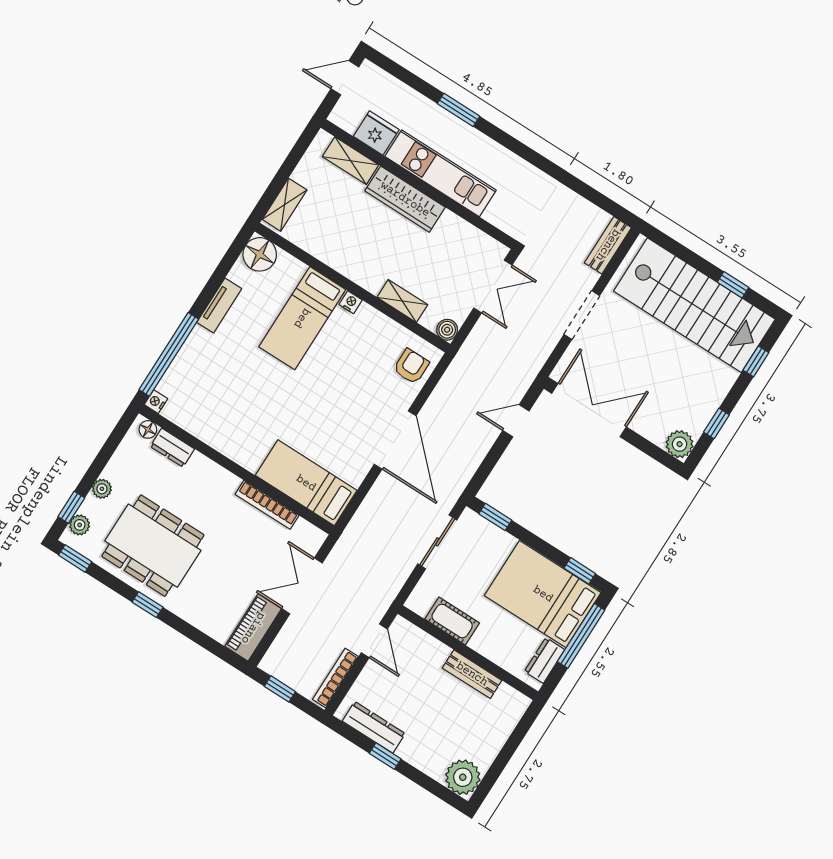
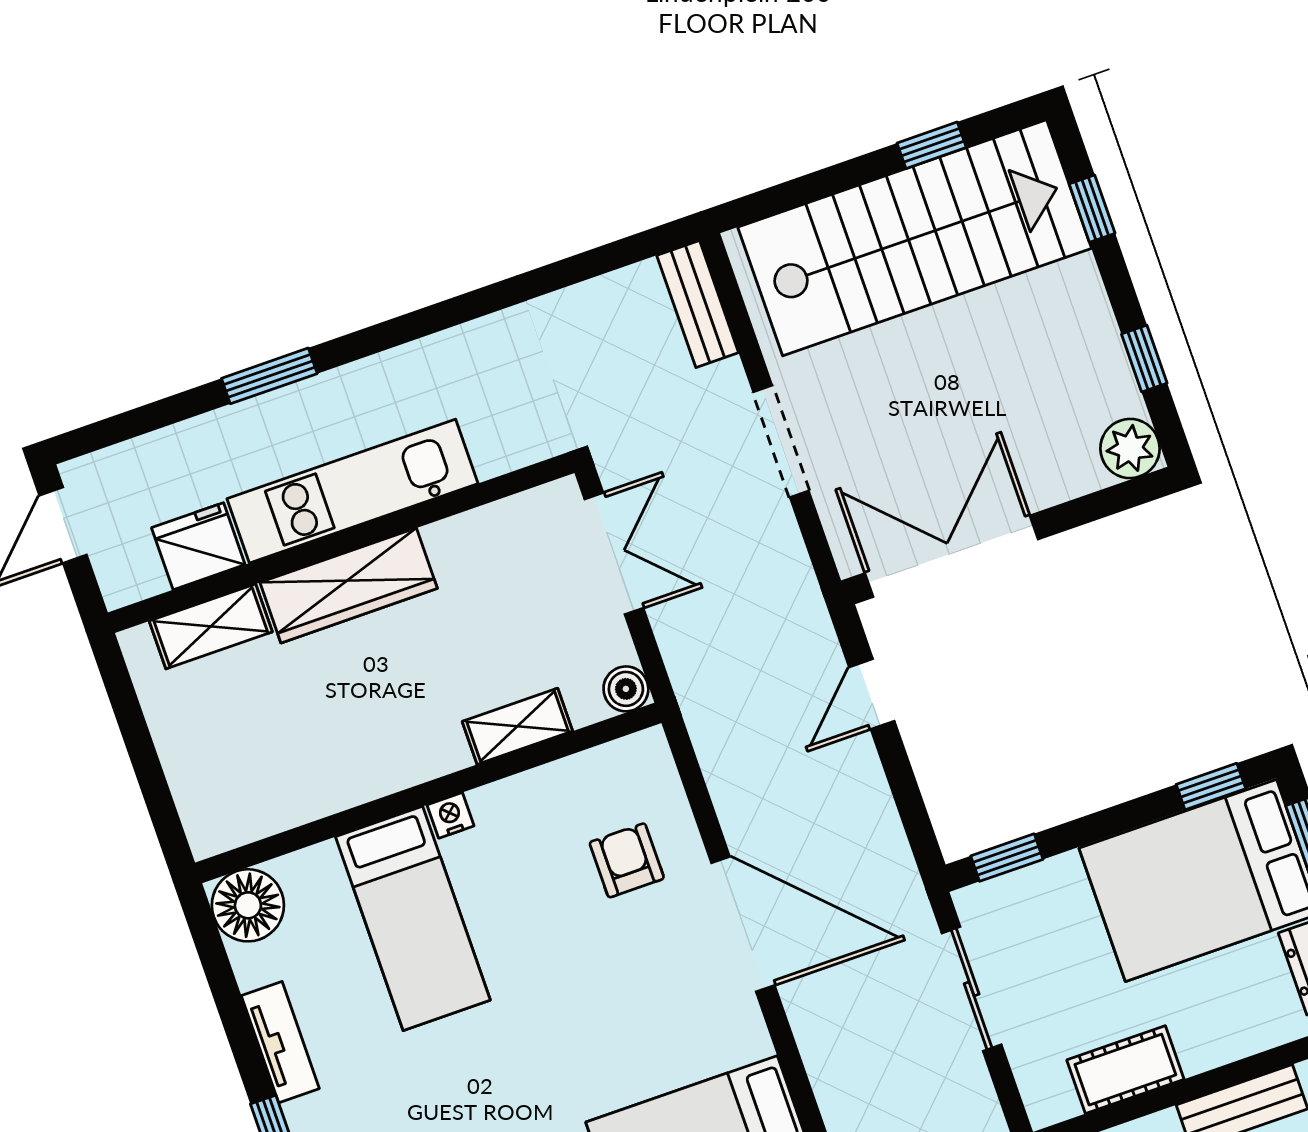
shelving: (285, 205) -> (197, 797), removed
armchair: (411, 366) -> (627, 860), moved

